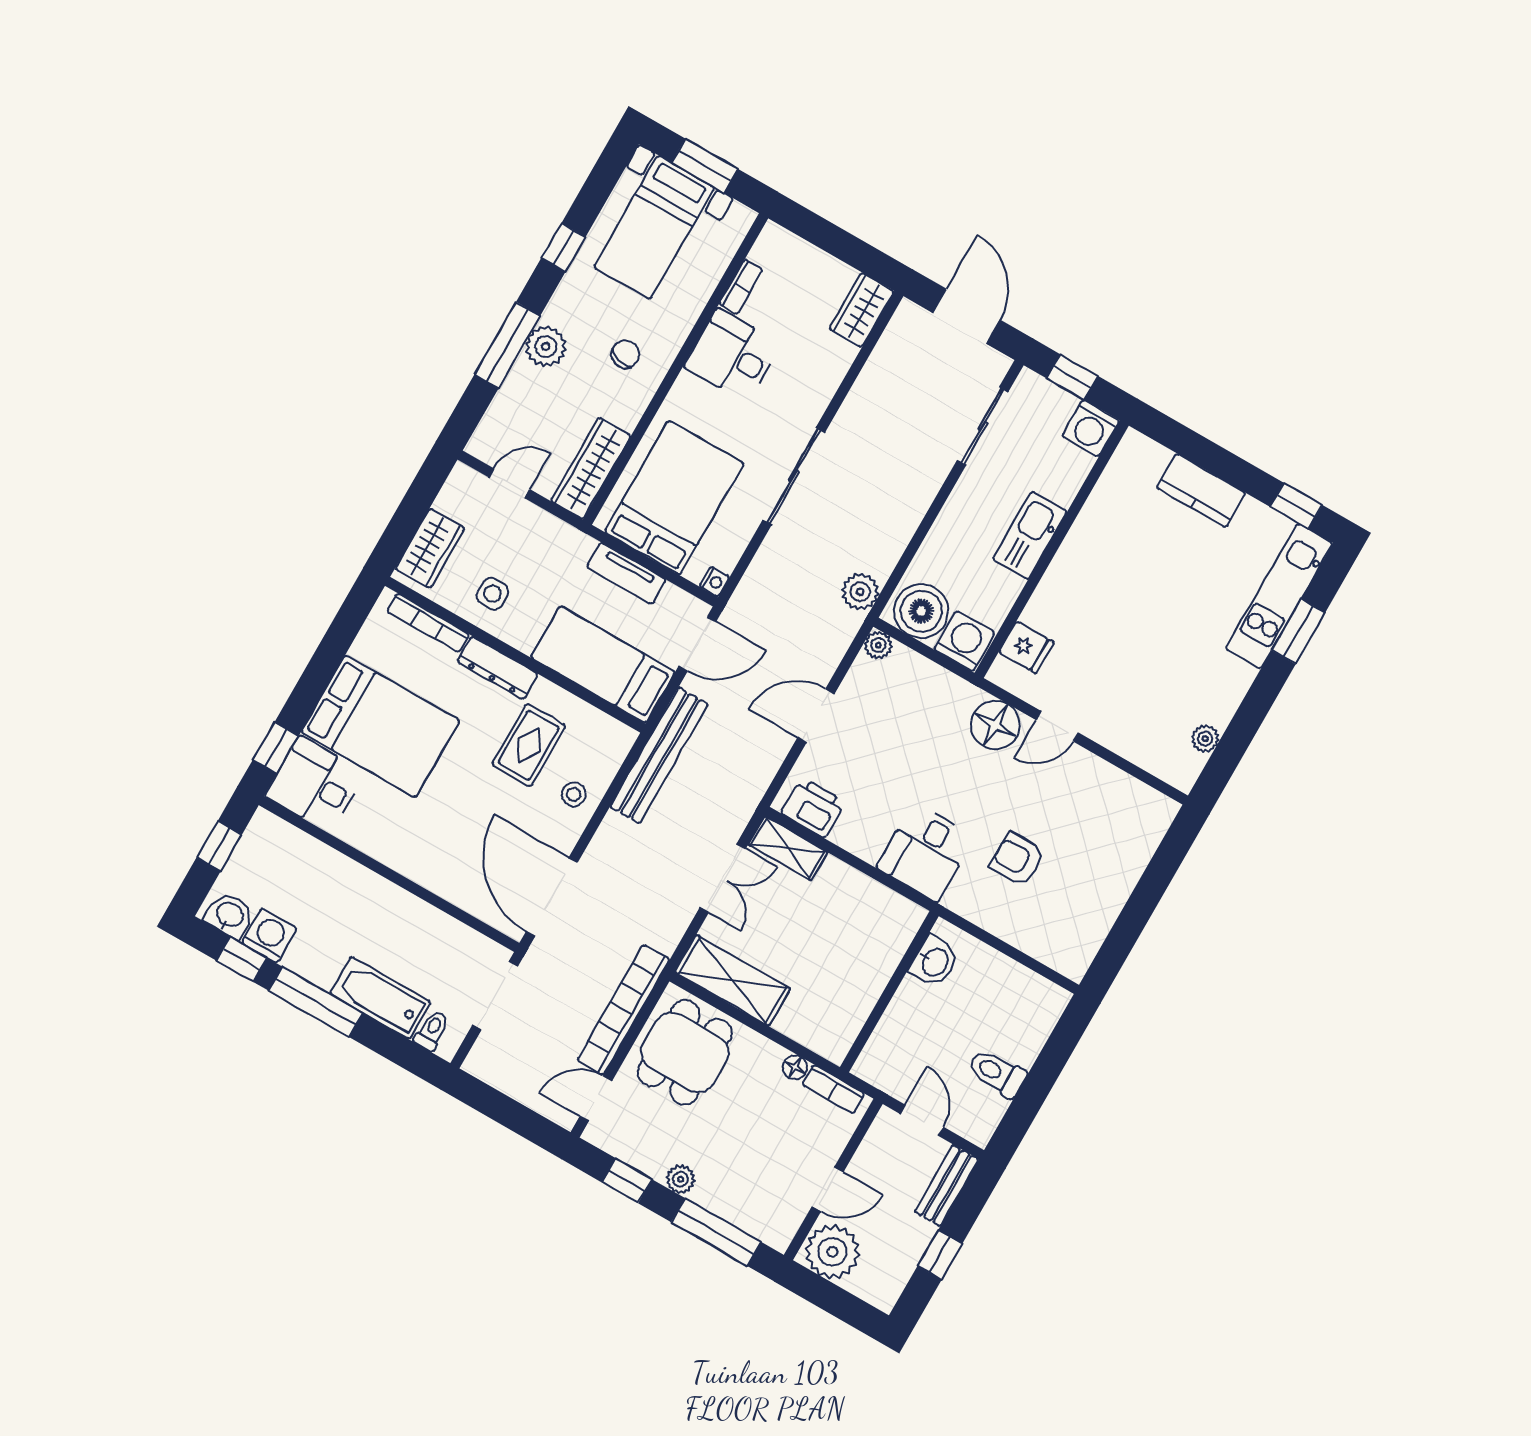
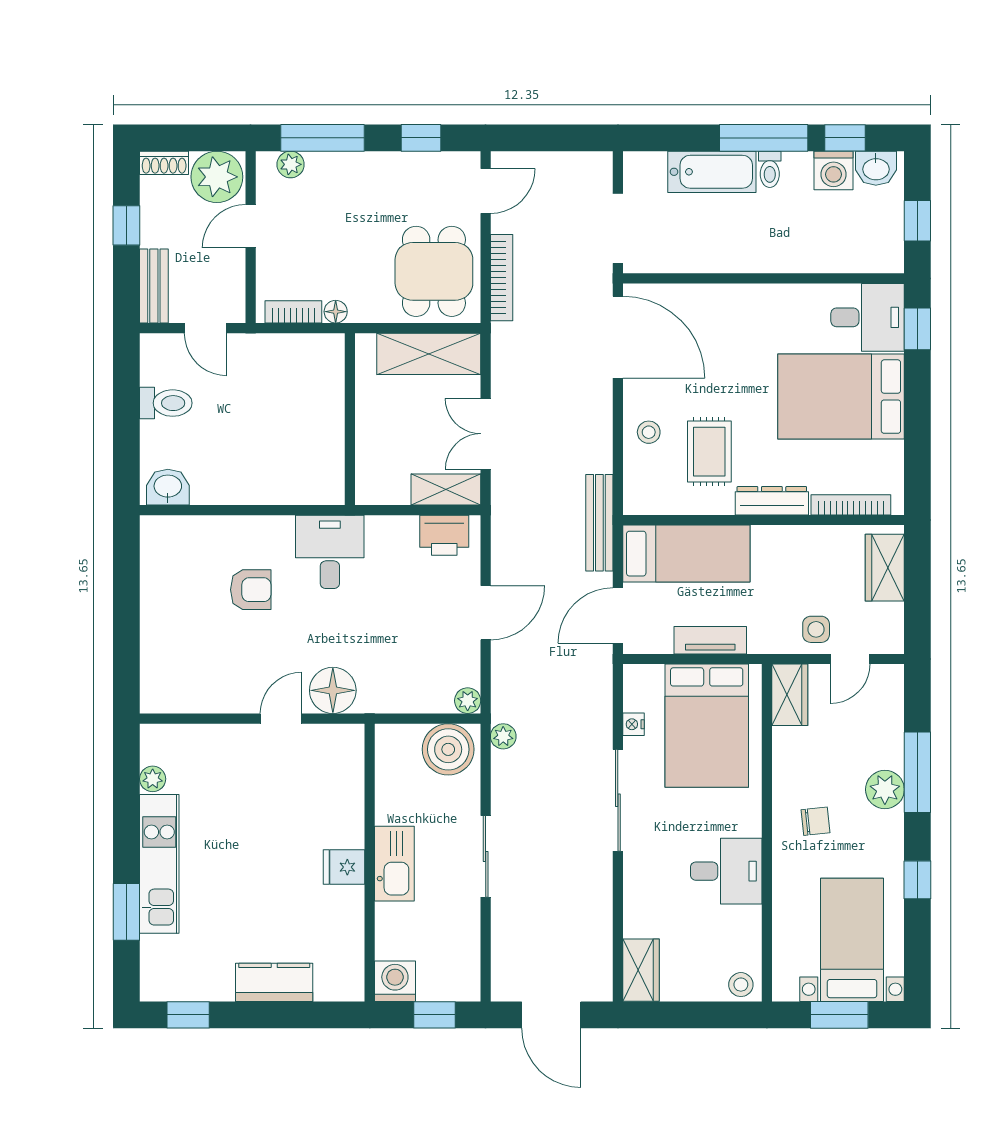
stool: (778, 245) -> (741, 985), added
bookcase: (741, 287) -> (752, 932), removed
chair: (625, 354) -> (815, 821), turned -111
sliding door: (983, 426) -> (486, 856), moved
wardrobe: (591, 468) -> (790, 695), width x0.67
nightstand: (714, 582) -> (634, 724), moved
plant: (860, 592) -> (503, 736), width x0.73, depth x0.73
side table: (493, 594) -> (816, 629), moved
kitchen unit: (1279, 596) -> (159, 864), moved
washing machine: (964, 641) -> (398, 745), removed
fridge: (1026, 647) -> (344, 867), moved
bench: (659, 755) -> (599, 523), width x0.73, depth x0.82
washbasin: (934, 962) -> (168, 487), moved, turned 90
wall: (889, 992) -> (350, 419), moved
bookcase: (623, 1010) -> (502, 278), width x0.68, depth x0.76
toilet: (432, 1030) -> (770, 169), moved
plant: (680, 1179) -> (291, 164), moved
shoe rack: (873, 1292) -> (164, 163), added

